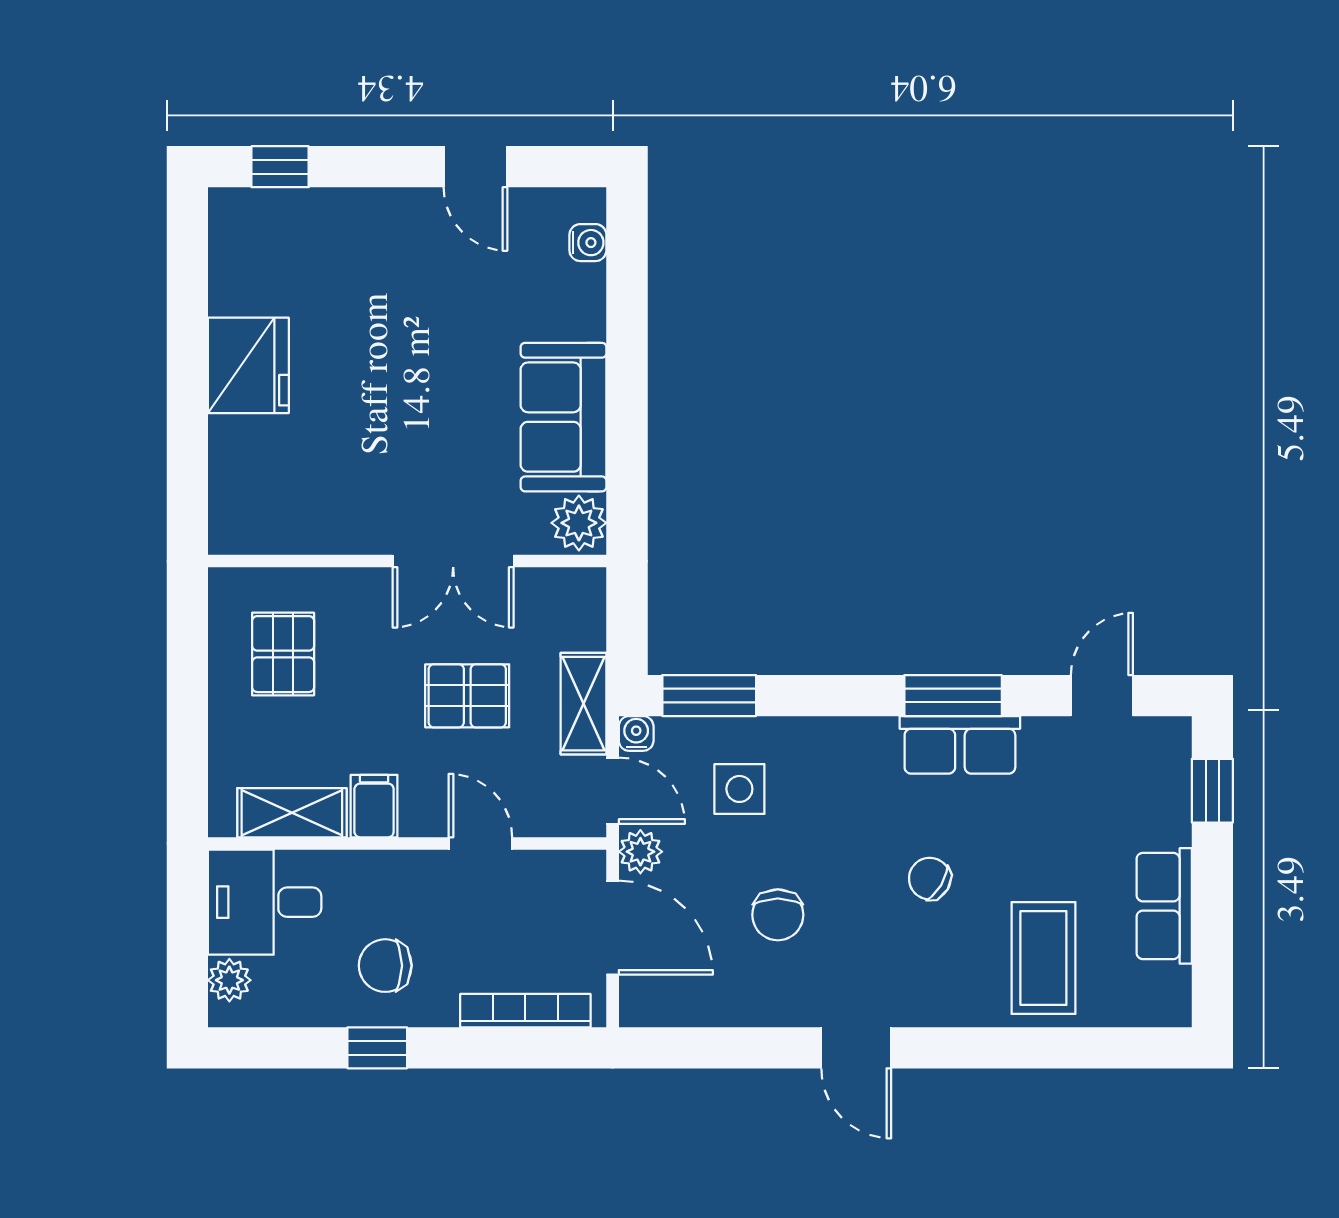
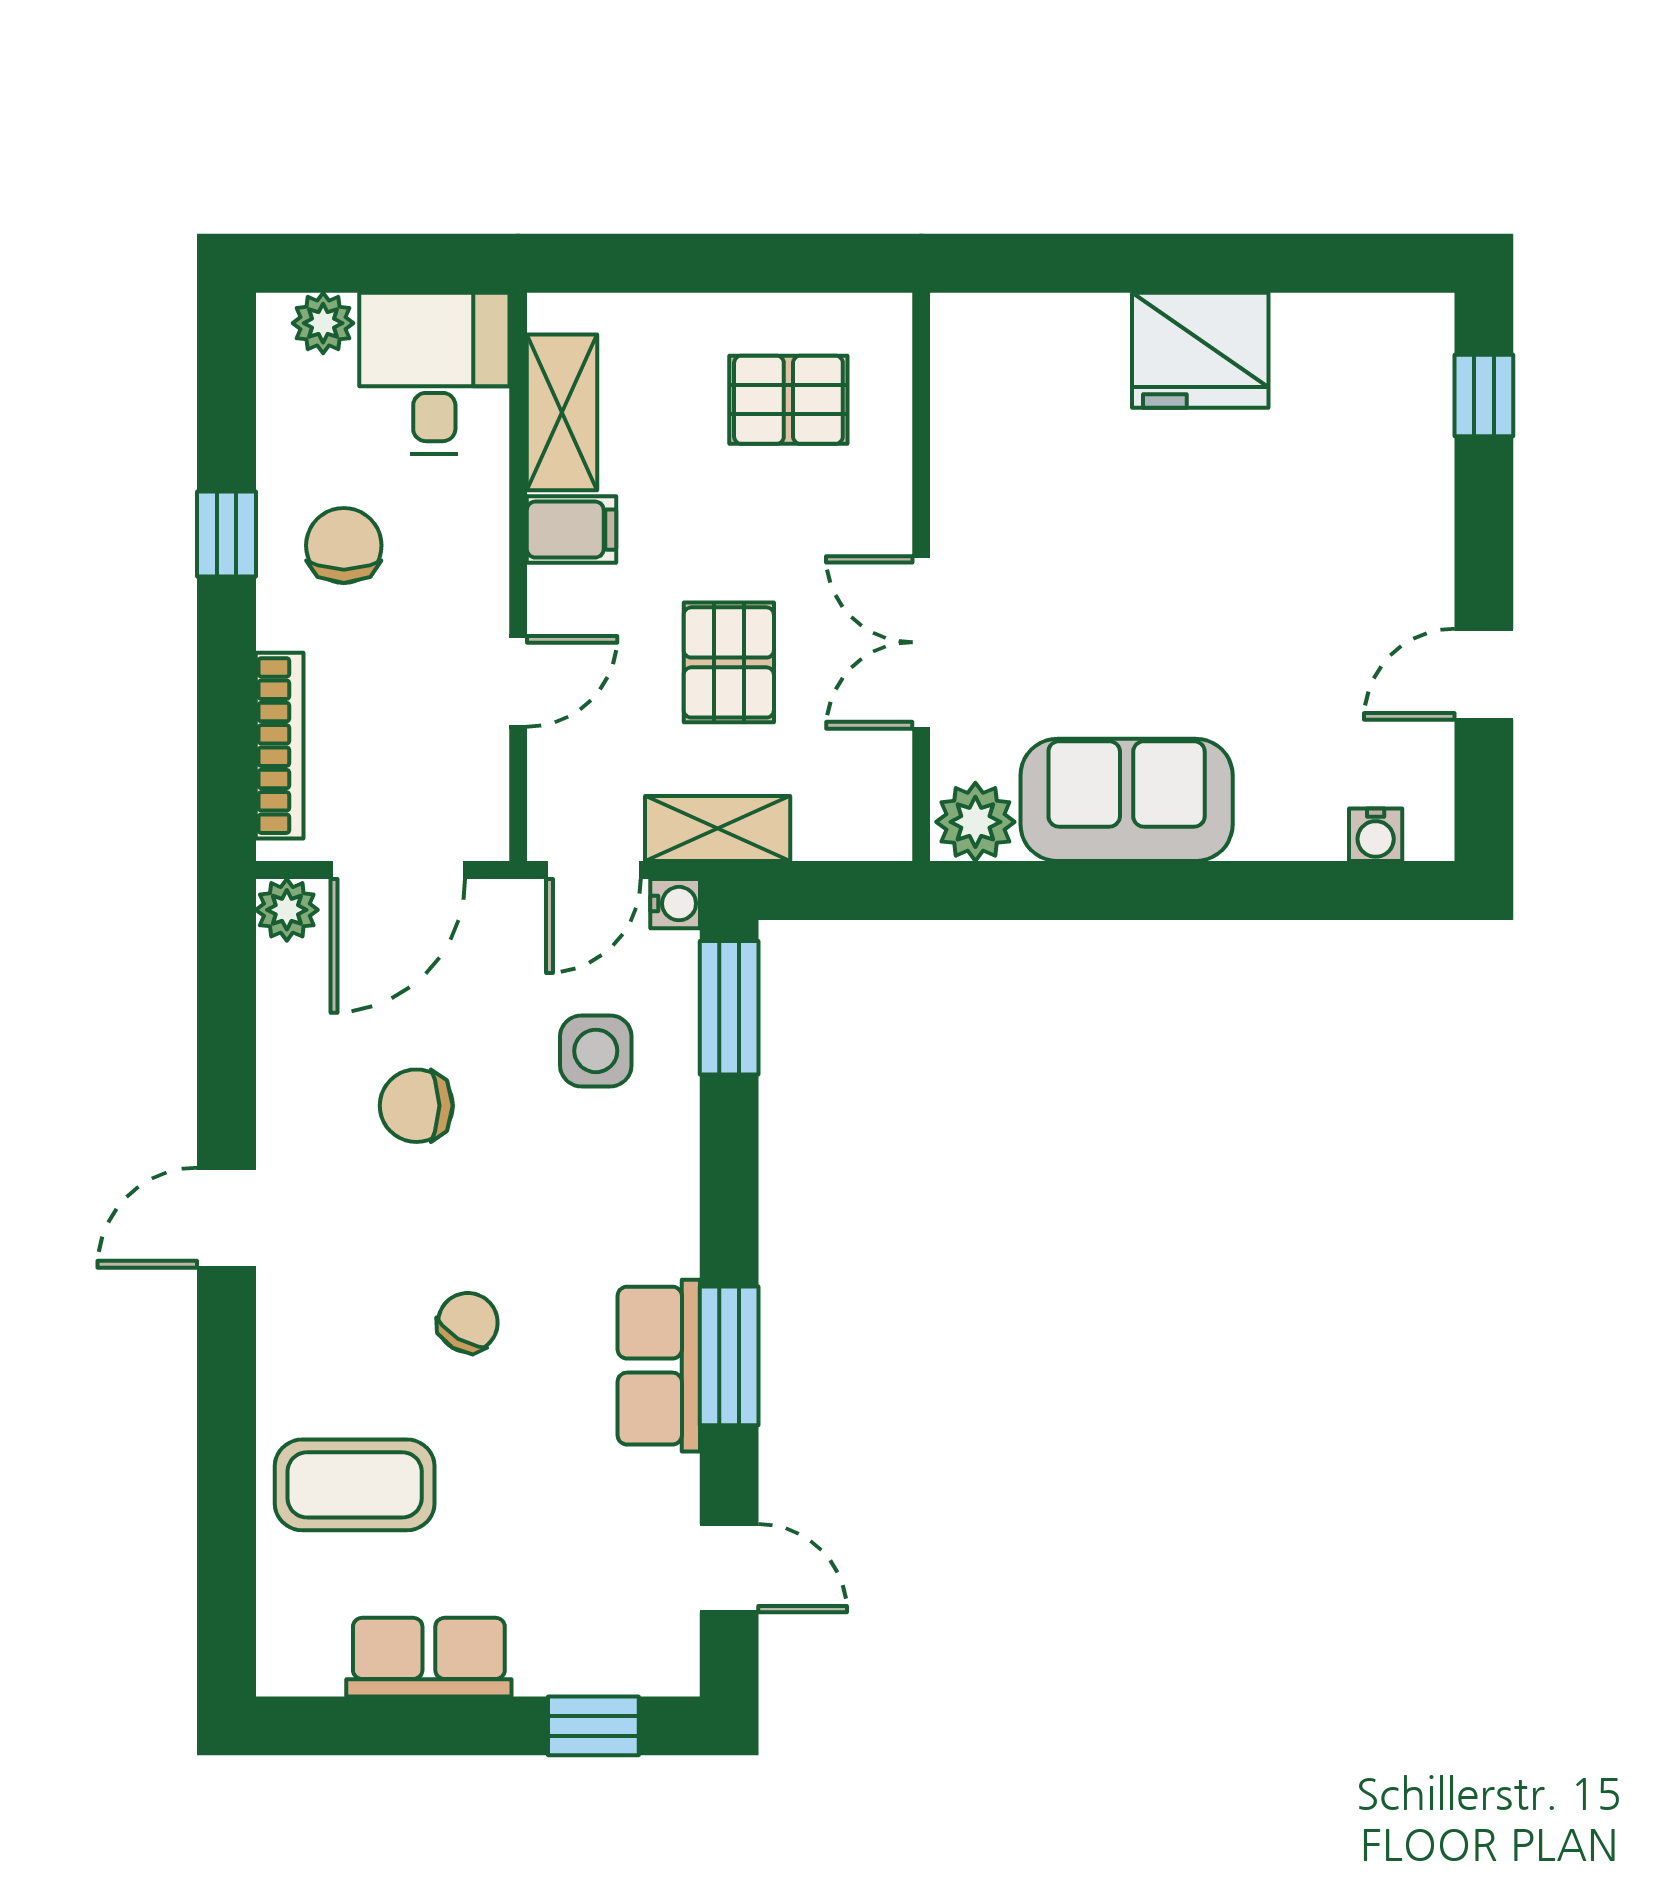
plant: (640, 852) -> (287, 910), moved

